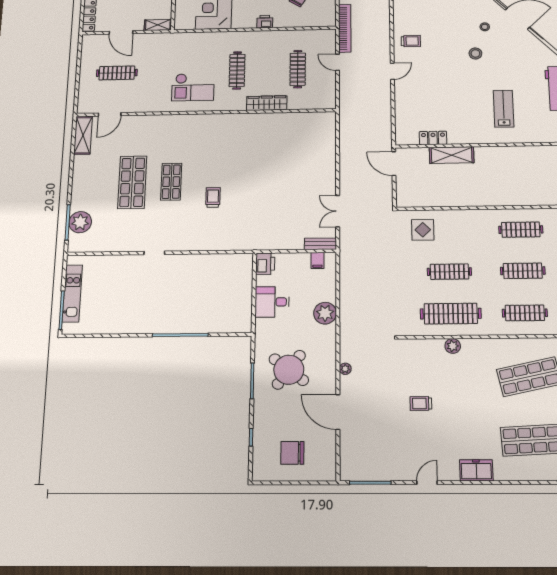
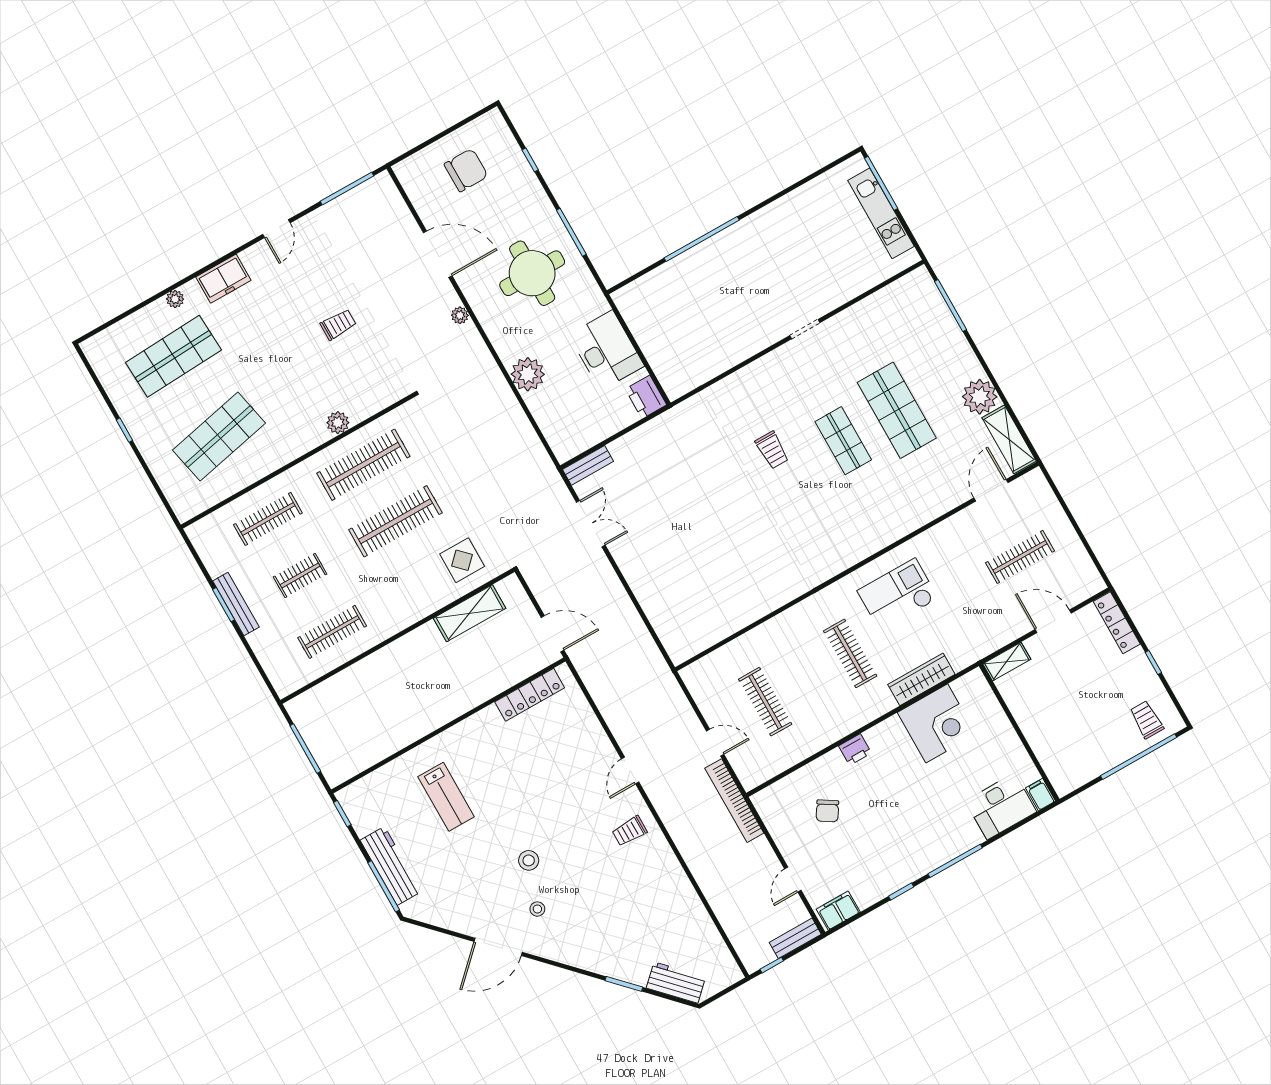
wardrobe: (267, 103) -> (921, 679), moved, turned 180
locker: (433, 138) -> (530, 695), width x1.53
shelving: (452, 155) -> (470, 613), moved
plant: (80, 222) -> (980, 397), moved
filing cabinet: (317, 260) -> (579, 440), removed
clothes rail: (523, 271) -> (300, 575), width x0.73
clothes rail: (449, 272) -> (395, 521), width x1.37, depth x1.31
desk: (272, 302) -> (606, 350), width x1.37
round table: (289, 370) -> (532, 273), turned -37
plant: (513, 475) -> (175, 299), added

